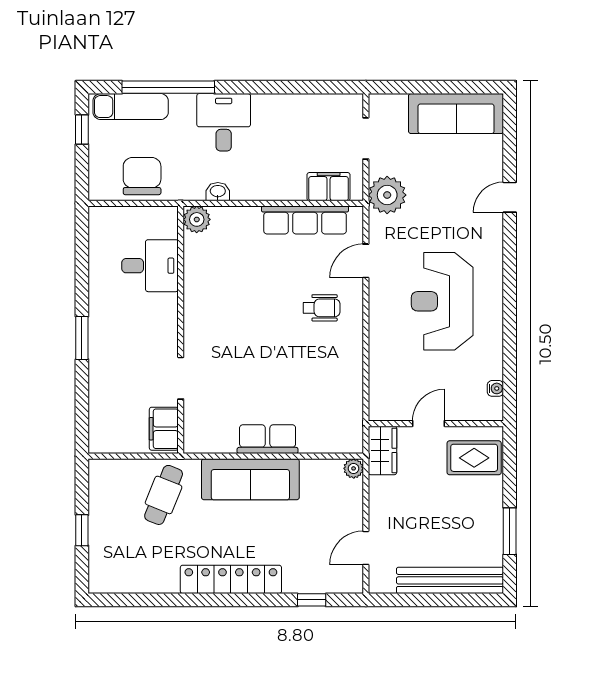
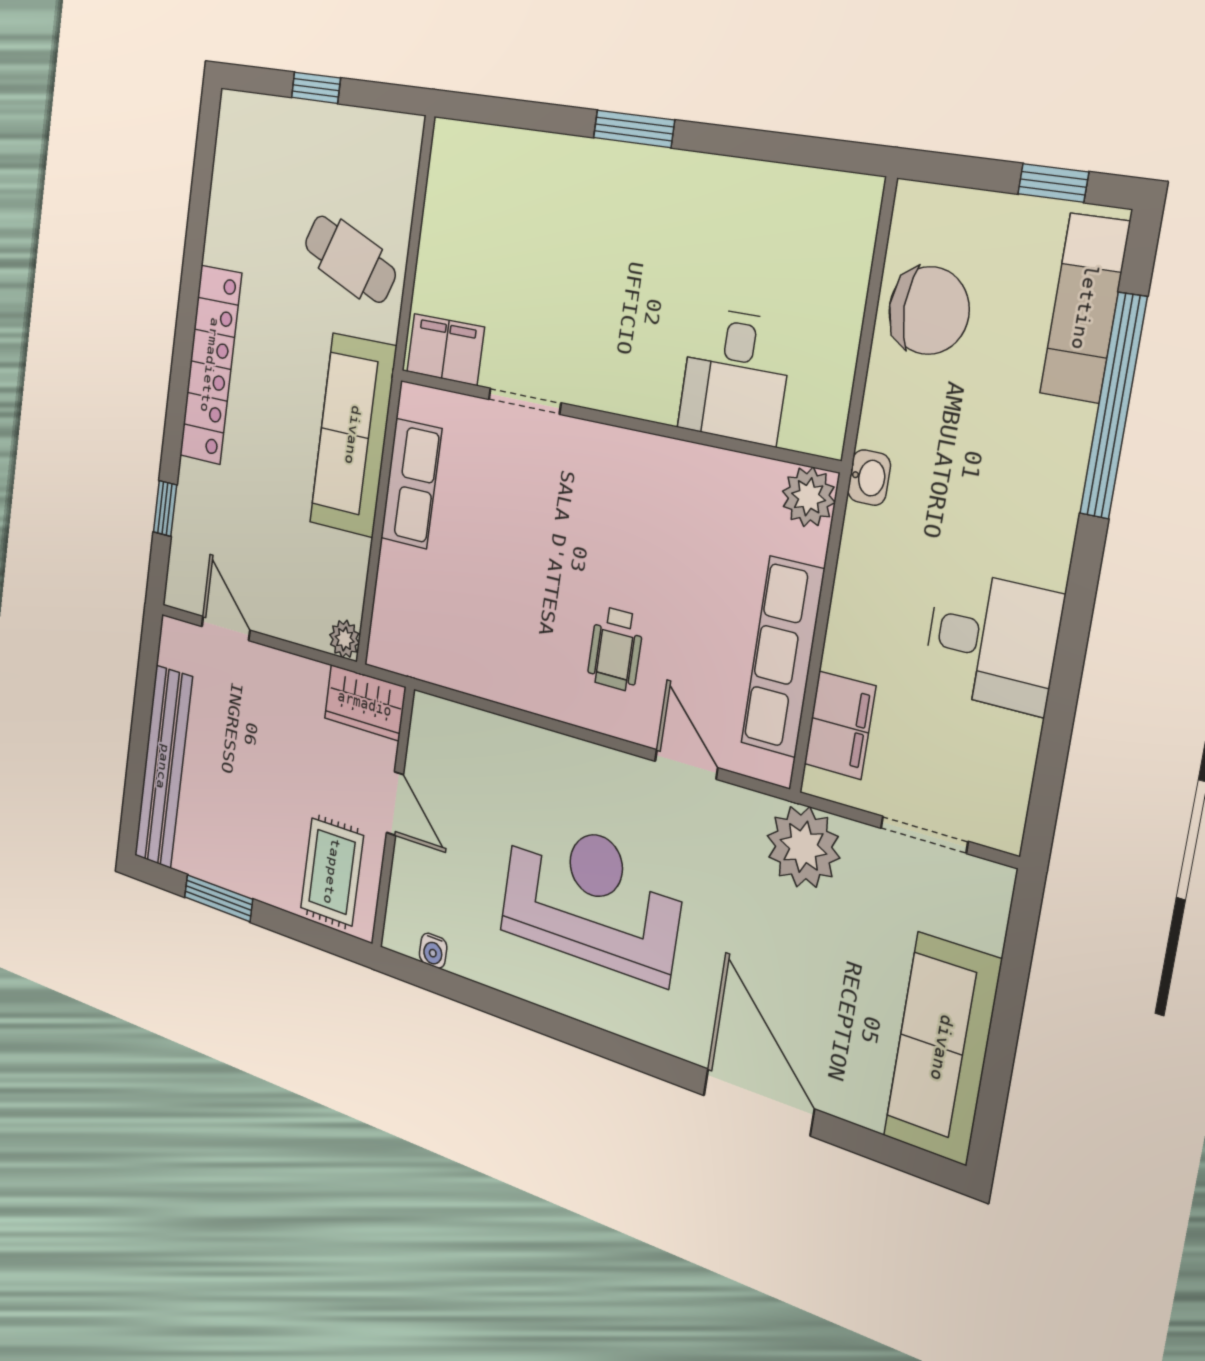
desk: (224, 122) -> (992, 641), moved
door: (510, 197) -> (758, 1102), width x1.88
plant: (197, 219) -> (809, 497), moved
desk: (150, 266) -> (735, 376), moved
wall: (181, 330) -> (608, 418), moved
doorway: (181, 378) -> (525, 401), moved
filing cabinet: (164, 429) -> (445, 349), moved

